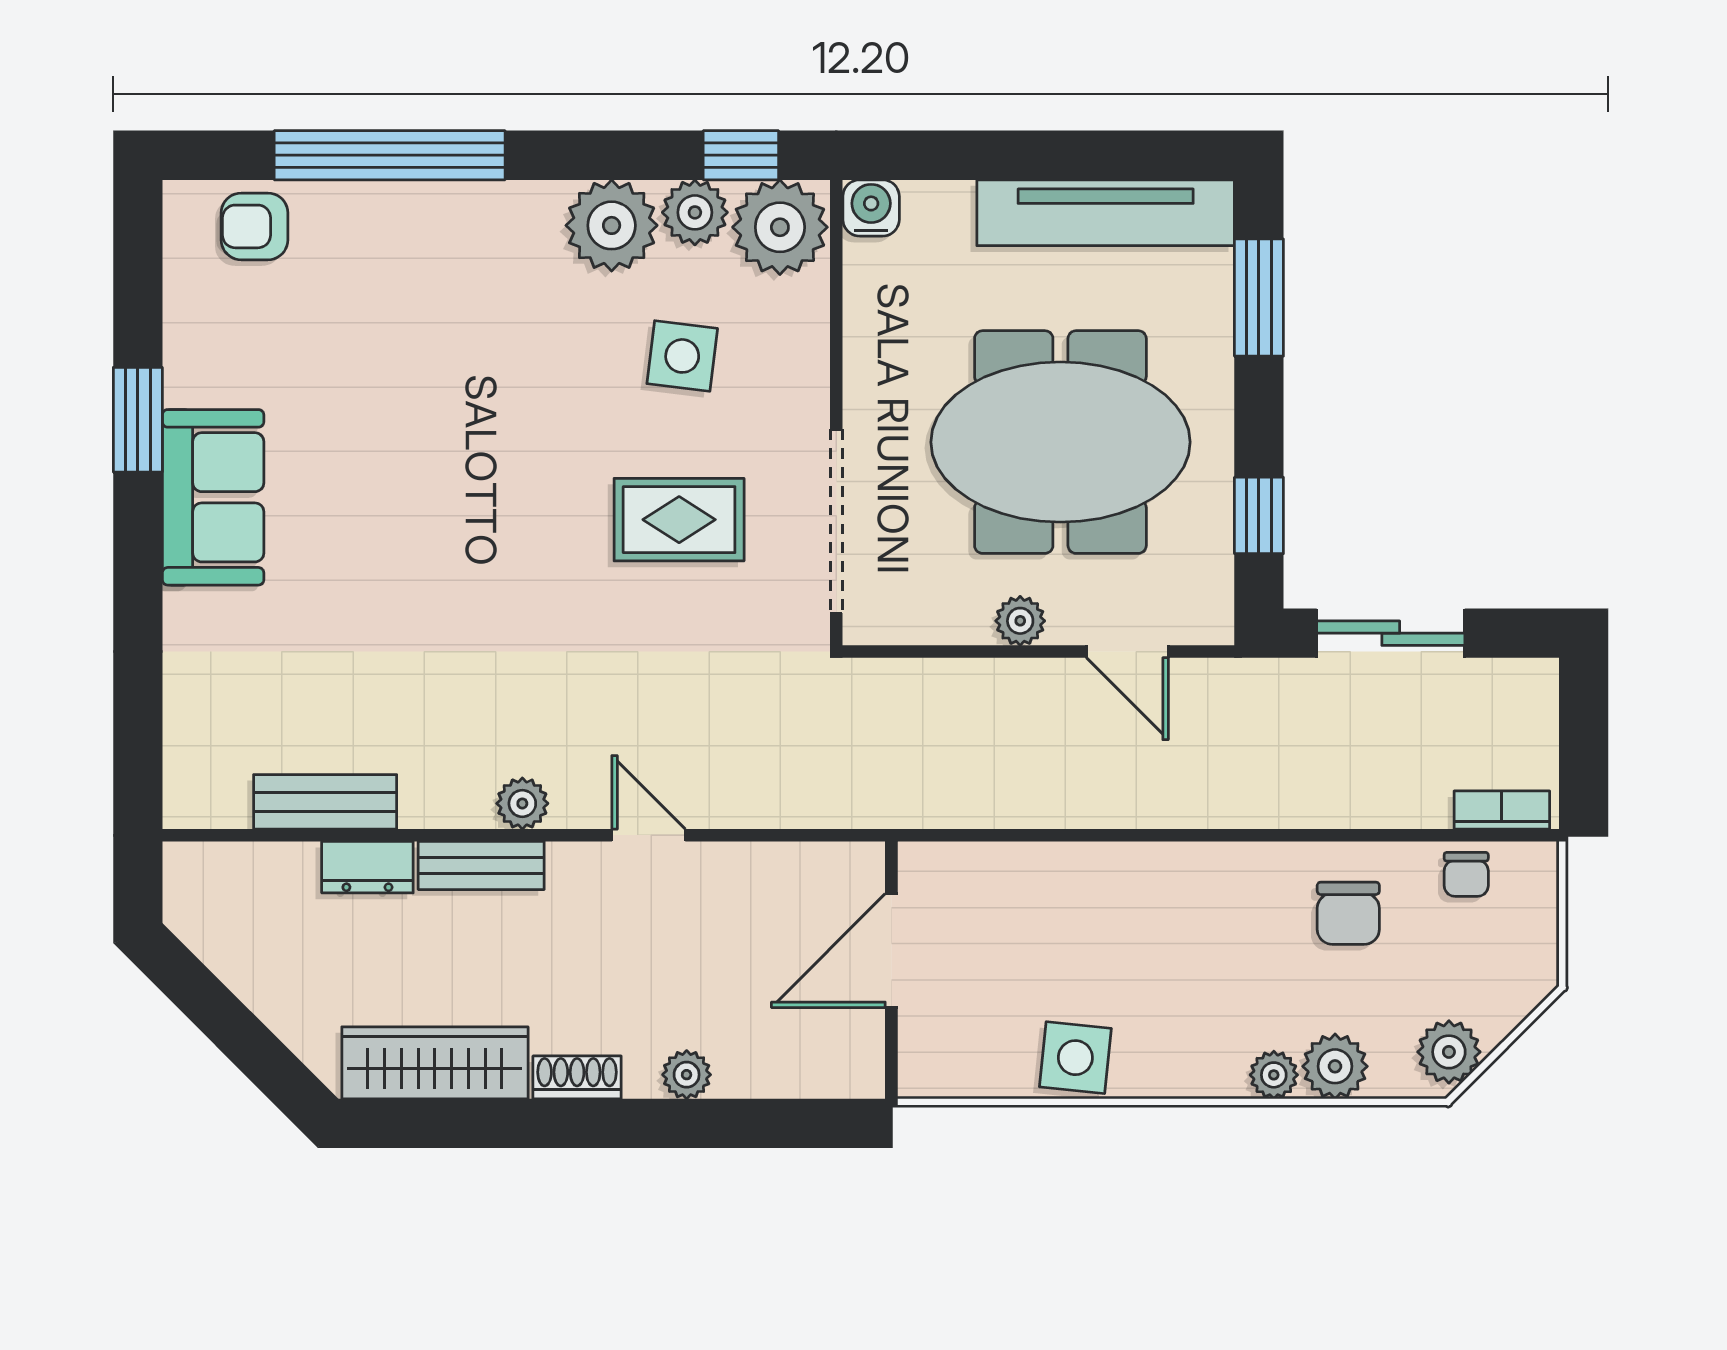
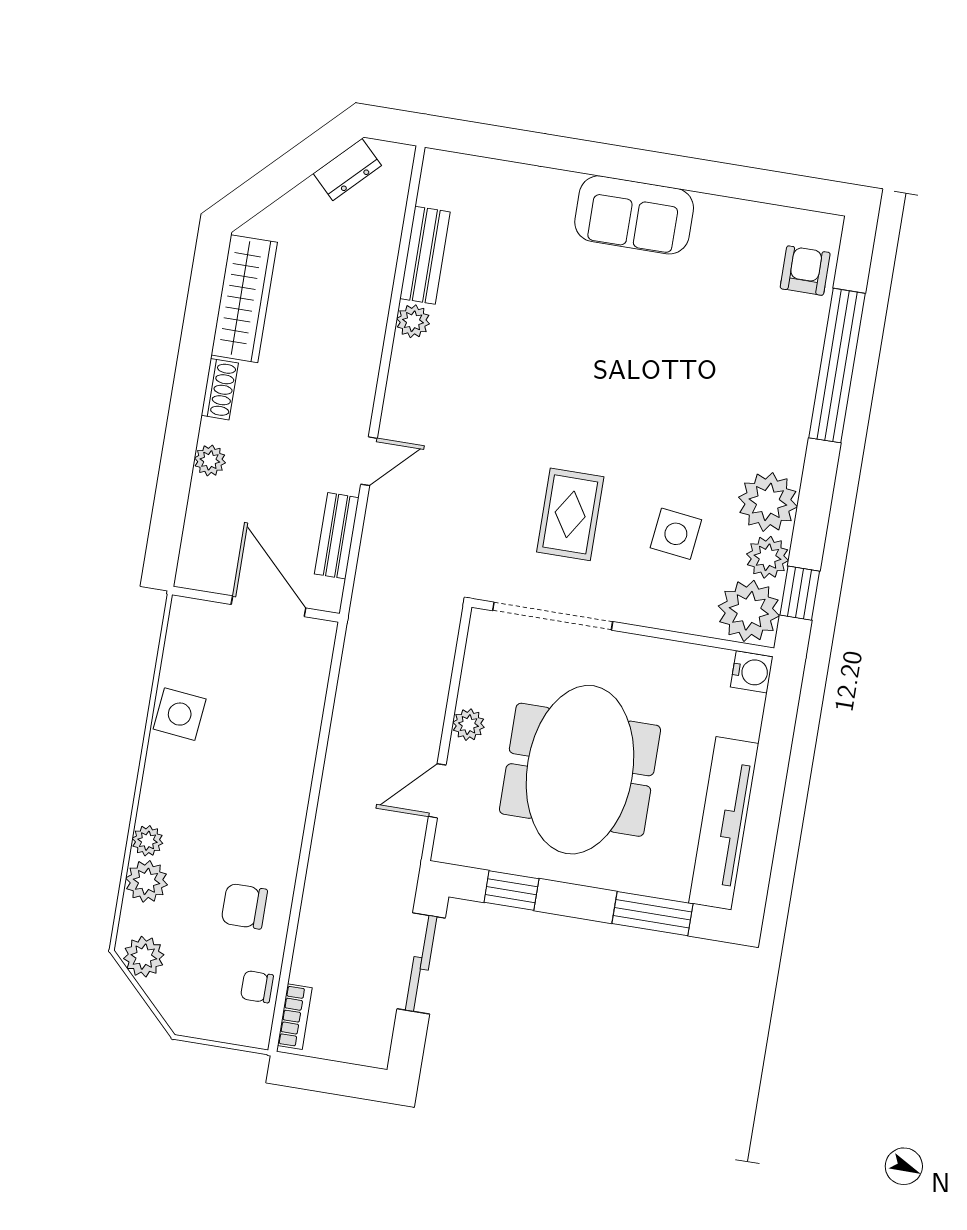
window: (138, 420) -> (692, 174), removed
plant: (522, 803) -> (413, 321), moved
bench: (481, 866) -> (337, 536), moved
dresser: (367, 867) -> (347, 170), moved, turned -135

